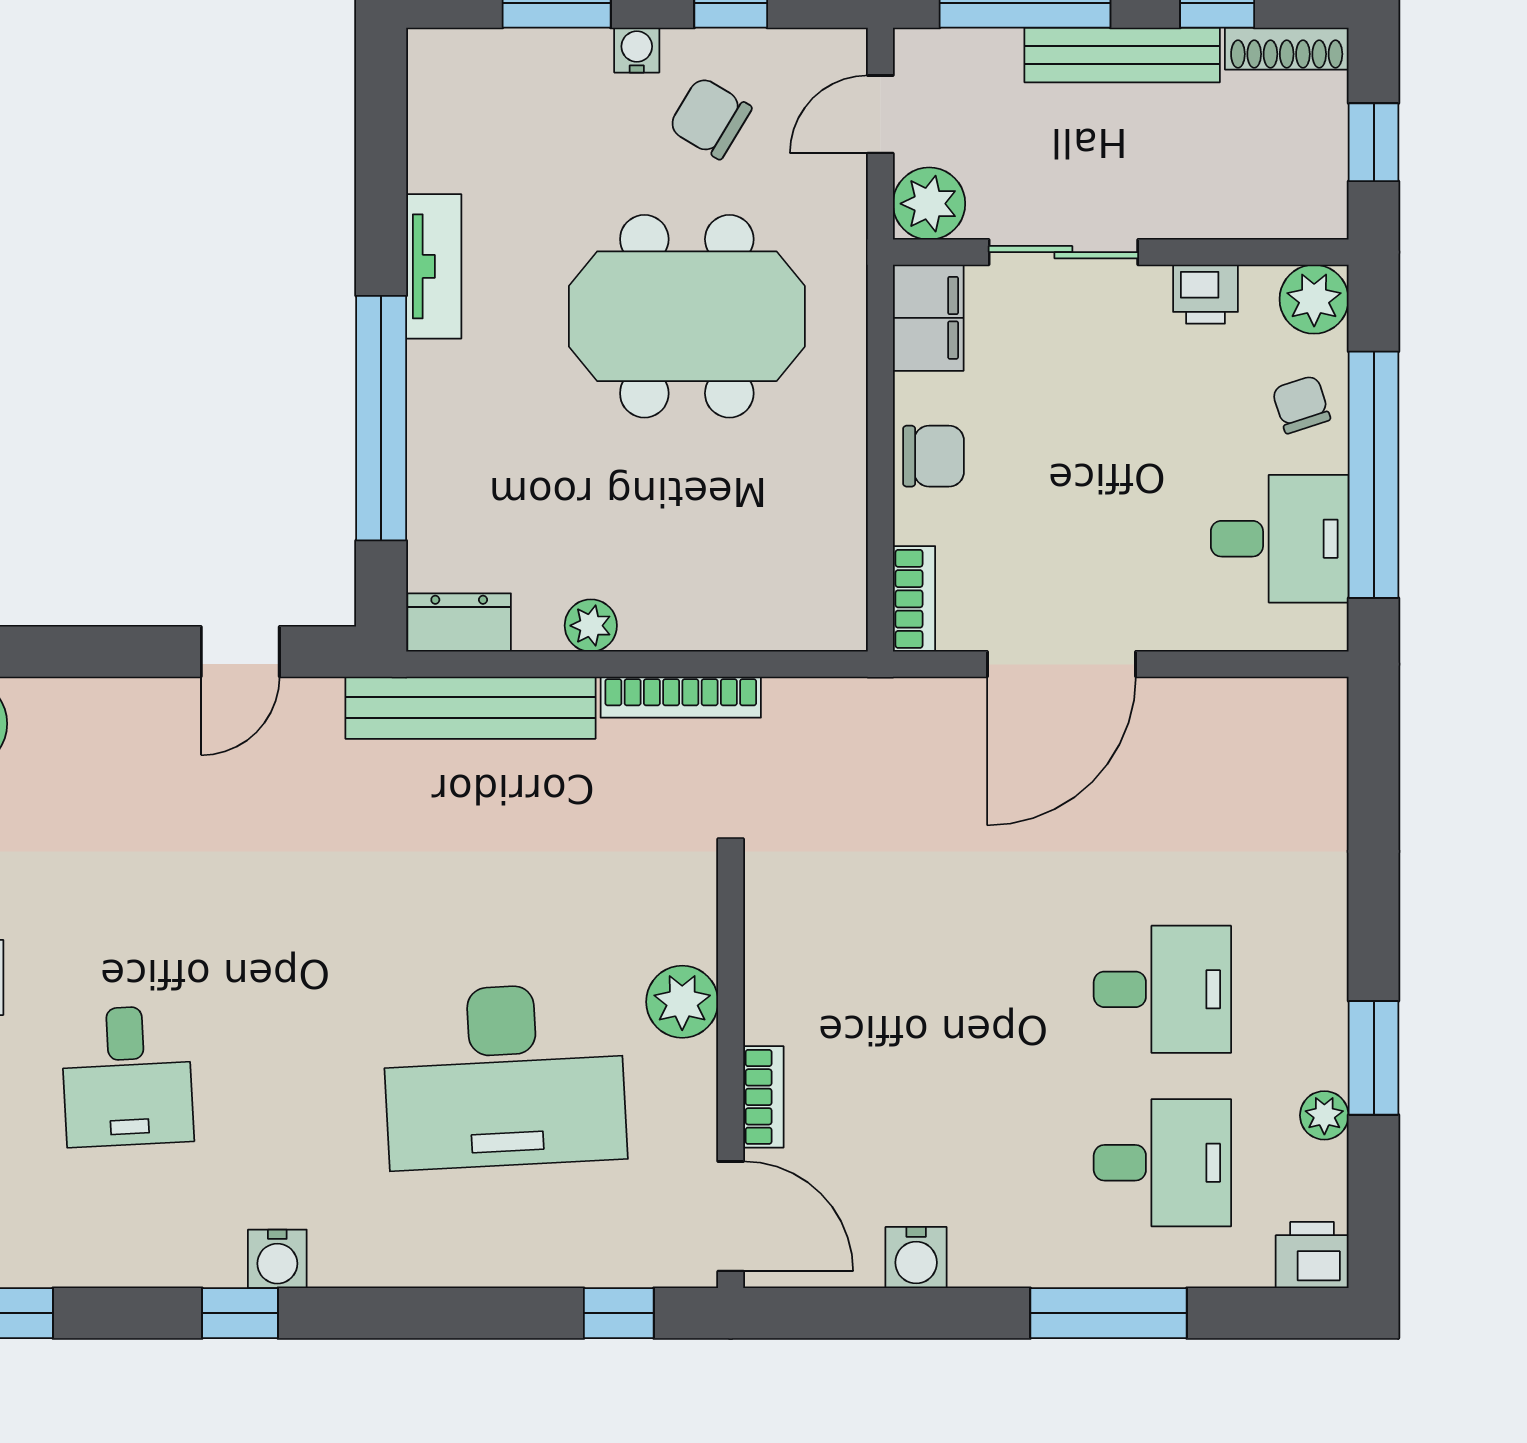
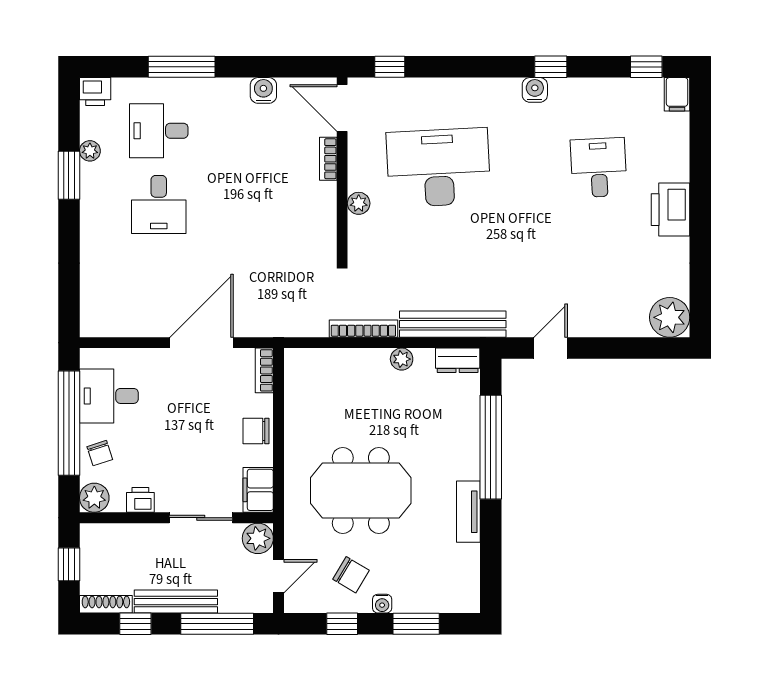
desk: (1162, 989) -> (159, 204), turned -90
plant: (682, 1002) -> (359, 203), width x0.73, depth x0.73

